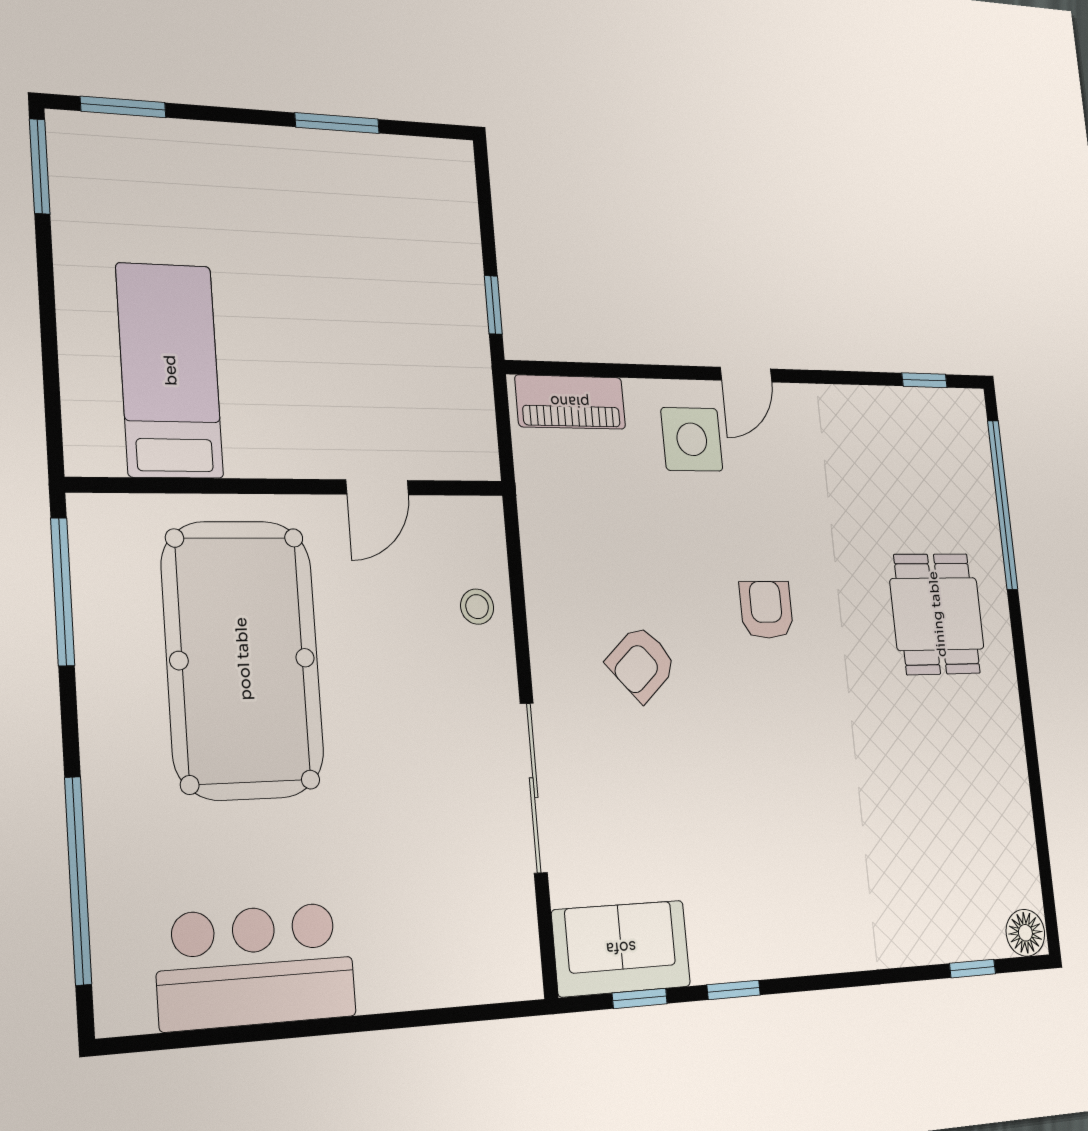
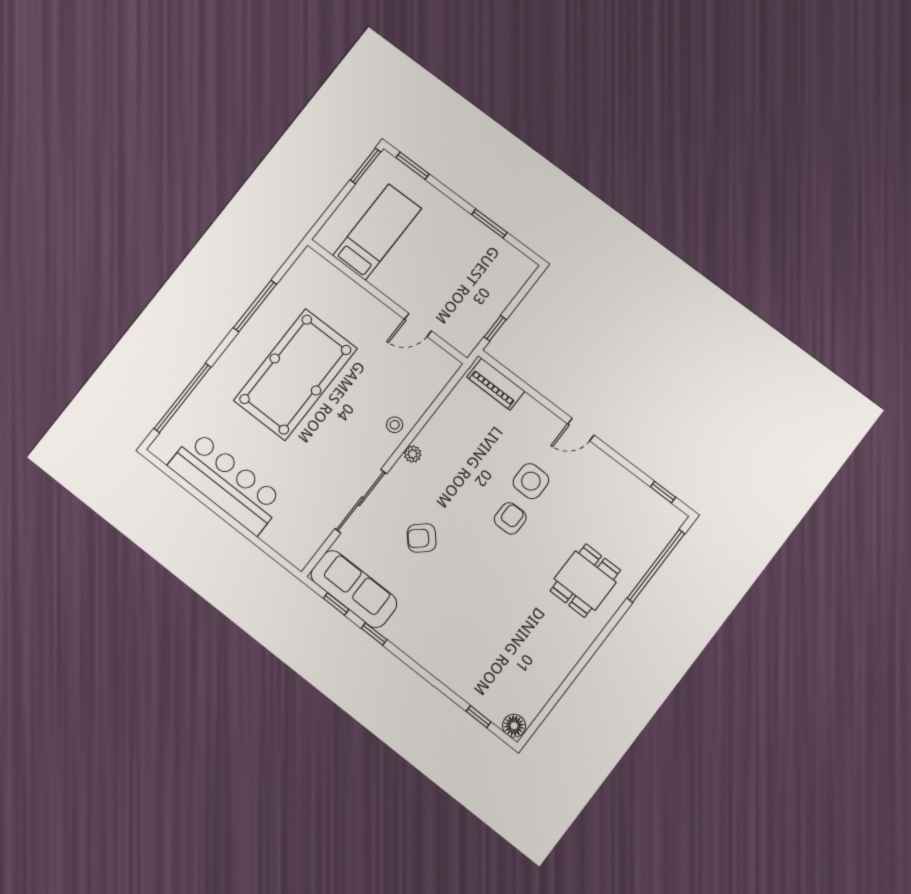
bed: (170, 370) -> (377, 232), moved
side table: (692, 439) -> (531, 481), moved
wall: (292, 487) -> (387, 301), moved
door: (377, 487) -> (418, 325), moved
plant: (545, 632) -> (413, 454), added
armchair: (641, 663) -> (422, 538), moved
sofa: (621, 948) -> (354, 589), width x1.36
bar counter: (256, 966) -> (226, 482), width x1.36

